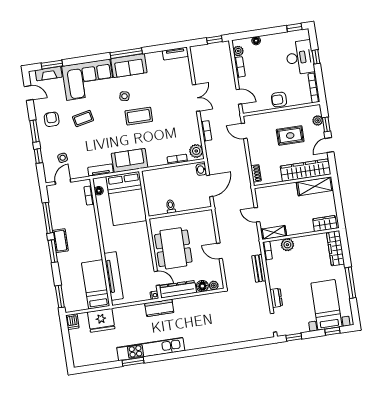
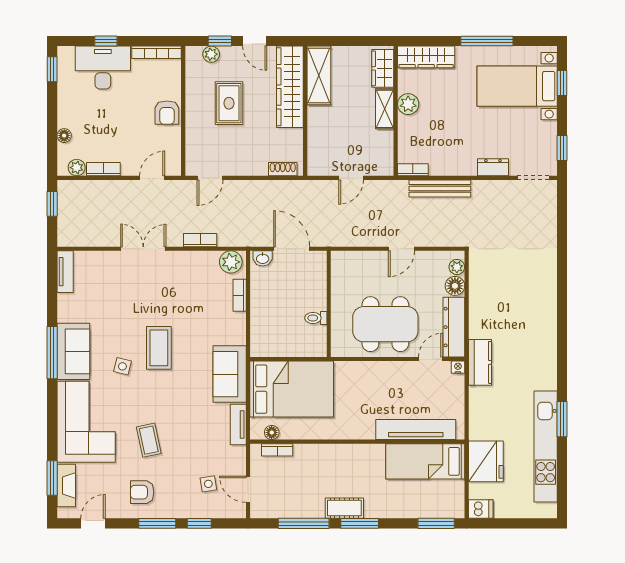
shelving: (274, 232) -> (385, 109), moved
plant: (287, 245) -> (408, 104), moved
bench: (259, 268) -> (440, 188), width x1.36
kitchen unit: (151, 349) -> (546, 447), moved

